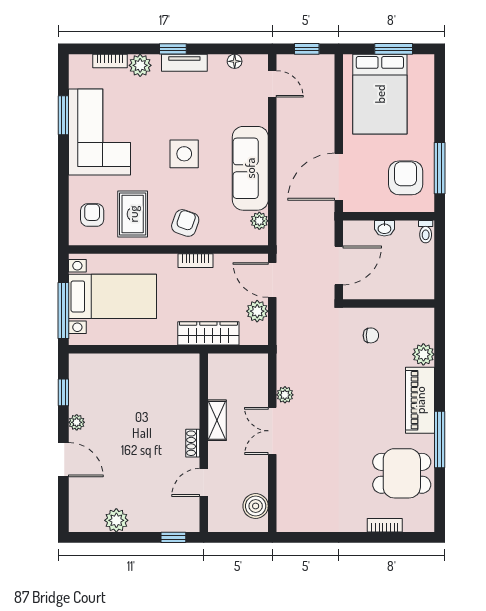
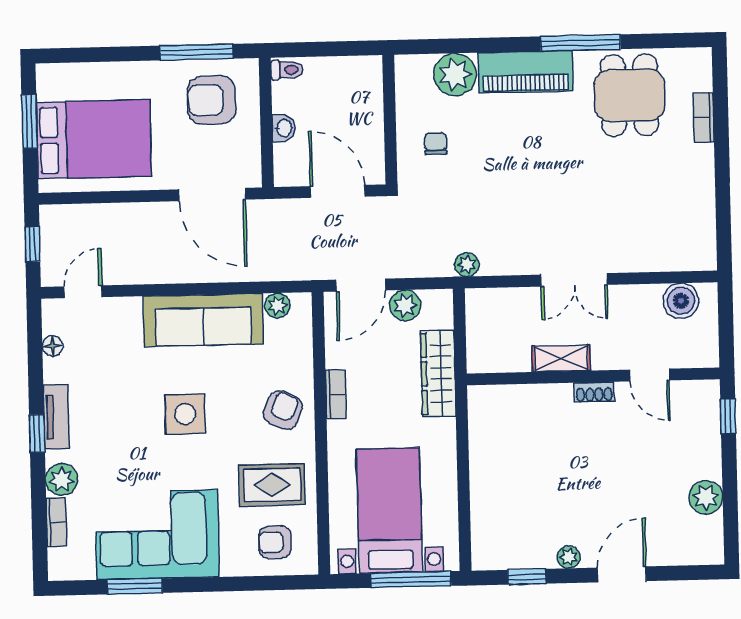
armchair: (185, 223) -> (283, 410), turned 95
plant: (423, 354) -> (455, 74), width x1.36, depth x1.36
plant: (285, 395) -> (467, 265), moved

